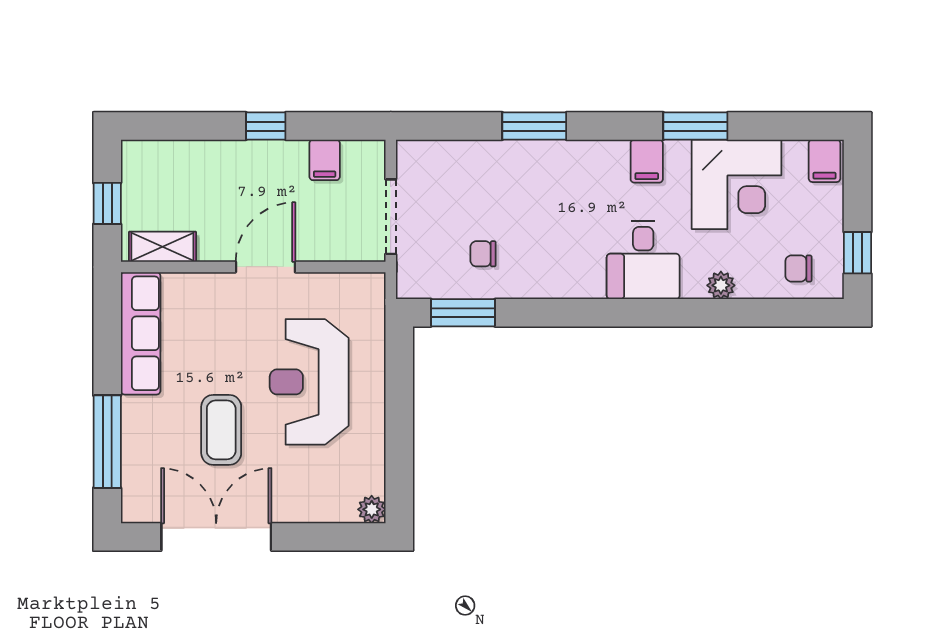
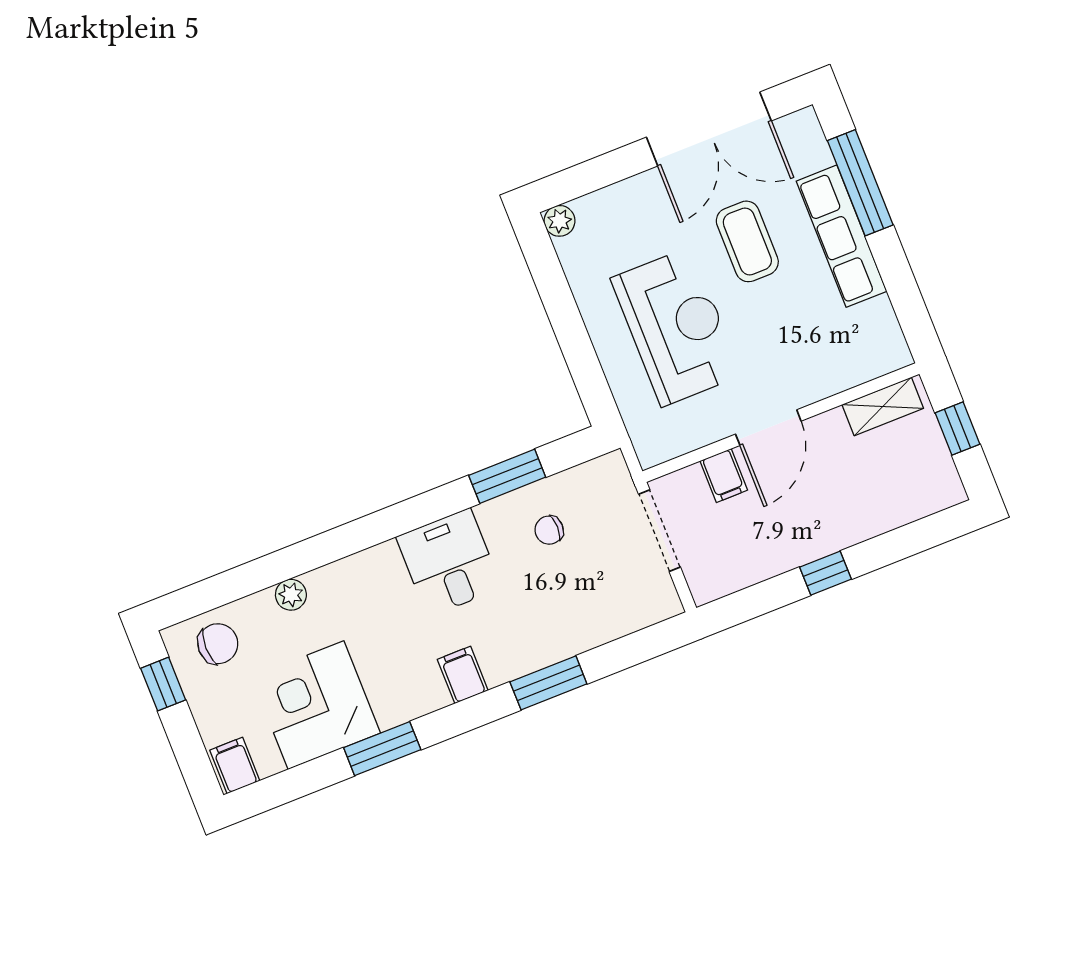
filing cabinet: (325, 160) -> (724, 476), moved, turned 180
filing cabinet: (647, 161) -> (463, 675), moved
chair: (483, 254) -> (549, 530), turned 180
desk: (643, 260) -> (449, 562), moved
chair: (798, 268) -> (218, 644), width x1.37, depth x1.37
window: (463, 313) -> (507, 476), moved
row of seats: (141, 333) -> (841, 236), moved

